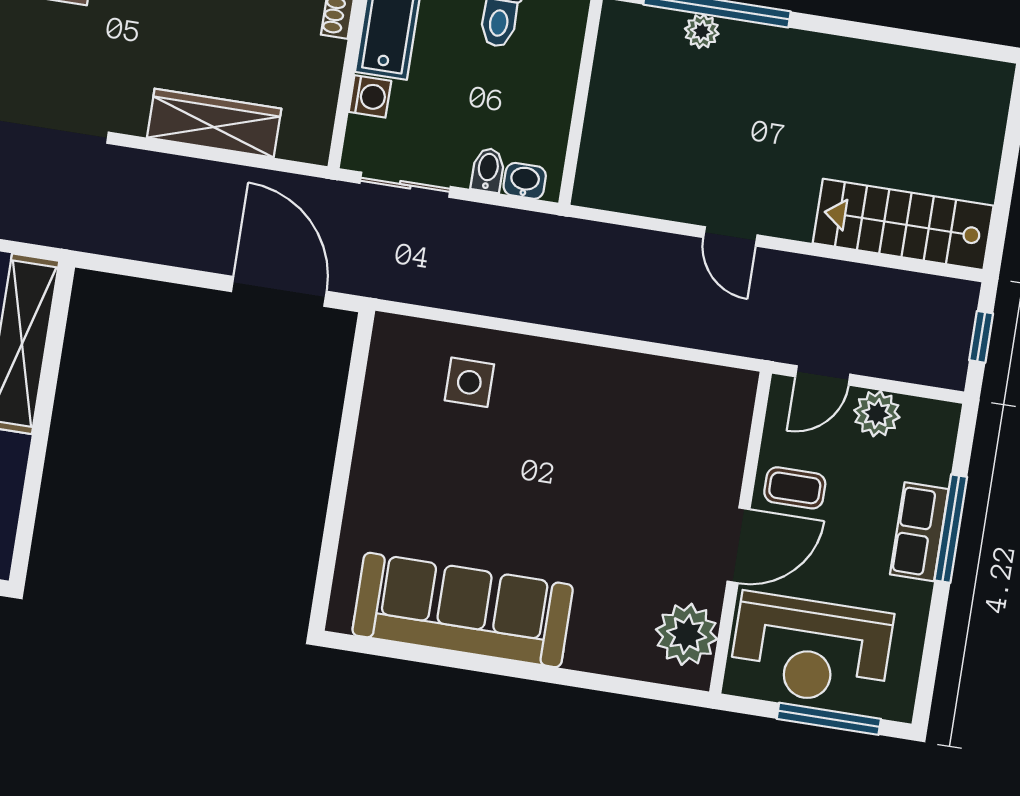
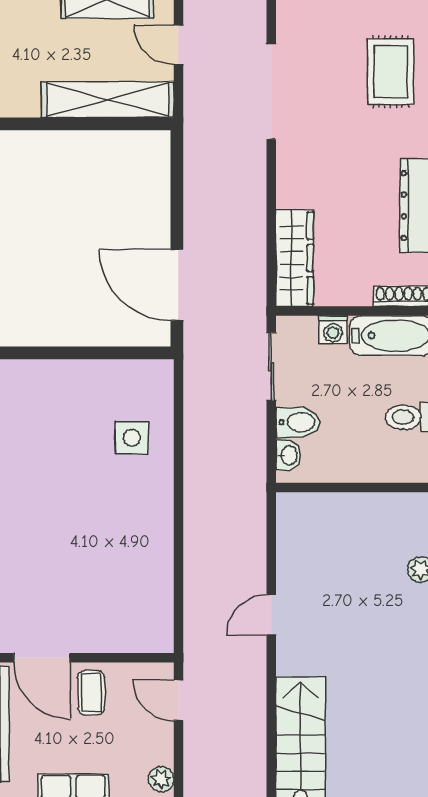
wardrobe: (214, 123) -> (295, 258), moved
bidet: (488, 170) -> (298, 422), width x1.38, depth x1.36
door: (279, 291) -> (177, 285), swing flipped
plant: (877, 414) -> (161, 779), moved, width x0.73, depth x0.73

